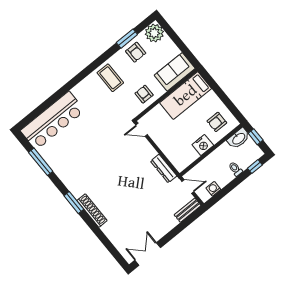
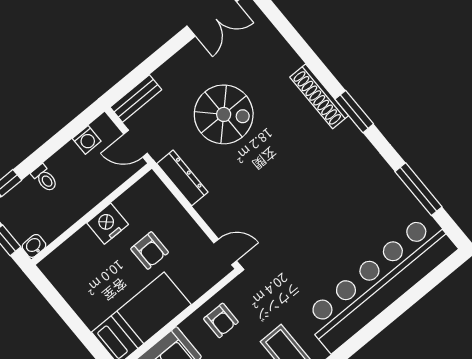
bar counter: (53, 121) -> (379, 283), width x1.36
armchair: (217, 122) -> (150, 251), moved, turned 90
washbasin: (239, 138) -> (34, 246), width x0.52, depth x0.69
spiral stairs: (142, 201) -> (224, 114), added

